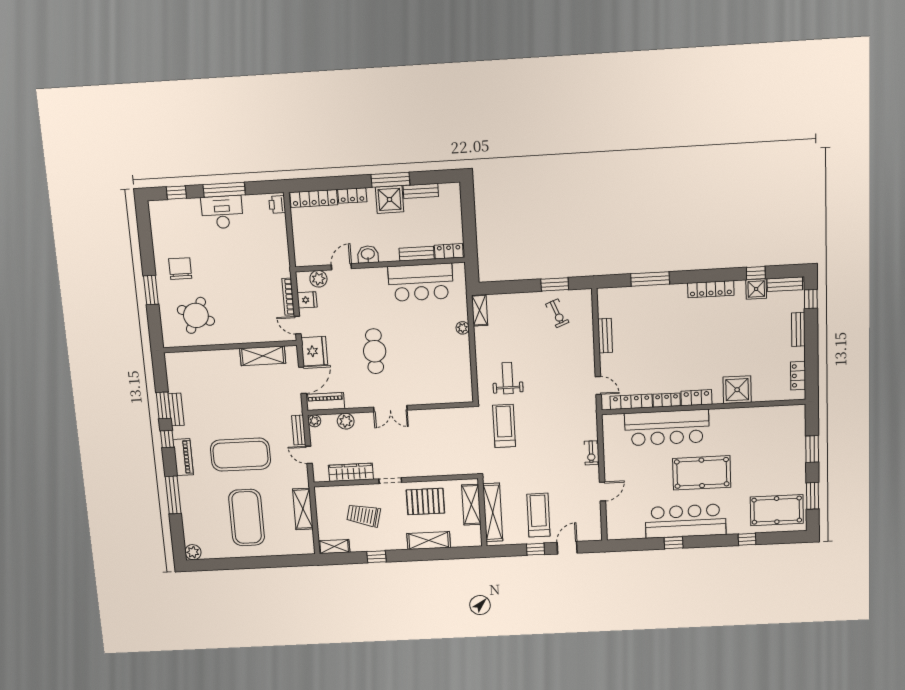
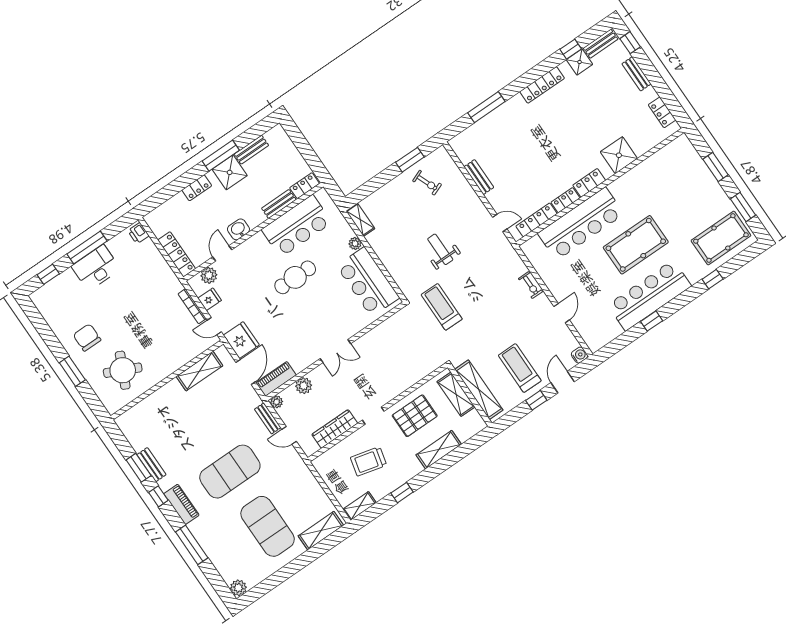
locker: (314, 198) -> (177, 254), moved, turned -90
cafe table: (375, 351) -> (295, 277), moved, turned 90
bar counter: (454, 367) -> (368, 282), added
weight bench: (508, 378) -> (440, 249), moved
shelving: (303, 509) -> (321, 531), moved, turned 90
water cooler: (595, 534) -> (579, 355), added

